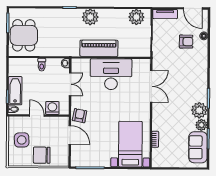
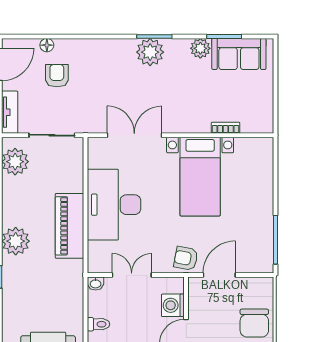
plant: (199, 110) -> (150, 52), moved
bed with nightstands: (130, 144) -> (200, 177), moved, turned -90

